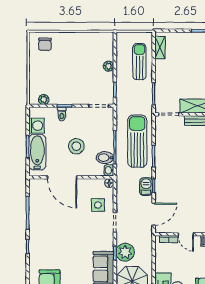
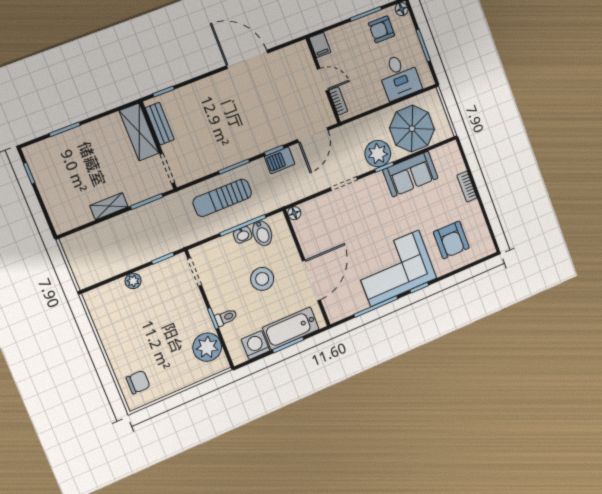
shelving: (160, 47) -> (109, 206), moved
sun lounger: (139, 62) -> (109, 240), removed
plant: (44, 100) -> (207, 347), width x1.87, depth x1.87
sun lounger: (137, 141) -> (222, 198), width x0.73, depth x0.75
washbasin: (109, 170) -> (243, 235), moved
side table: (98, 205) -> (330, 216), removed
door: (154, 214) -> (313, 135), swing flipped
door: (186, 234) -> (323, 80), hinge flipped
corner sofa: (47, 235) -> (395, 268), added

